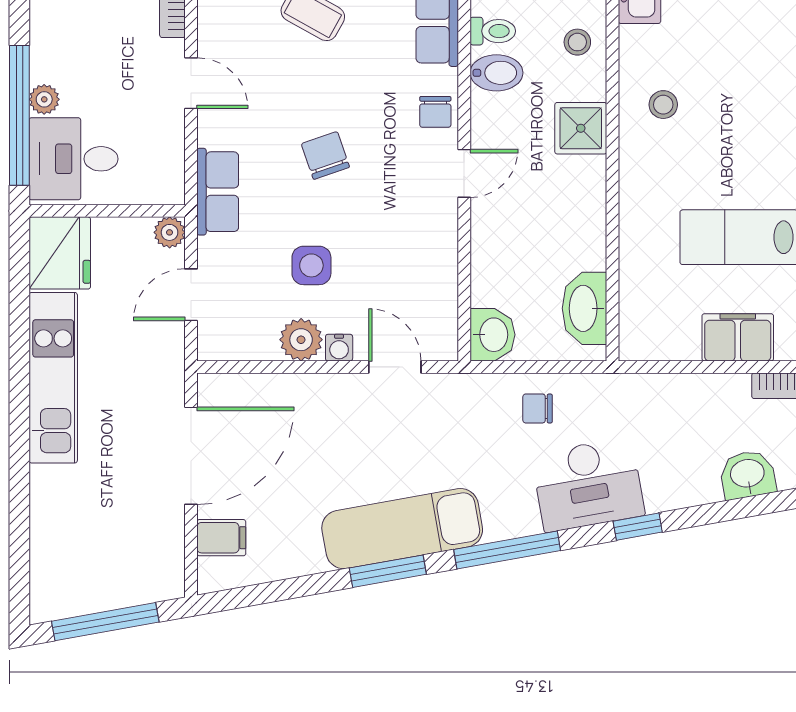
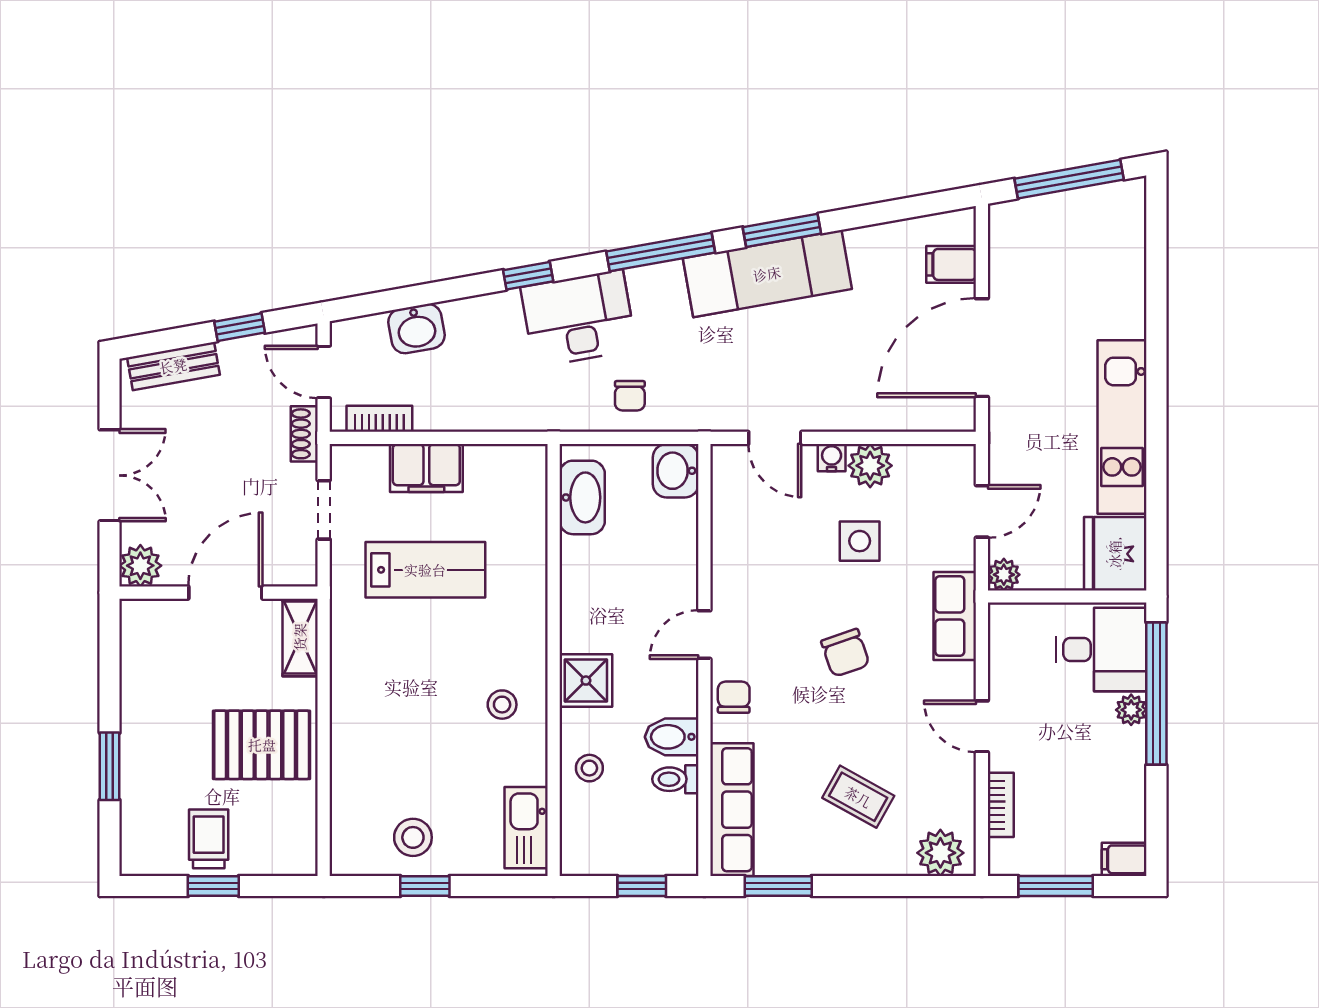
chair: (538, 408) -> (630, 396), turned 90

